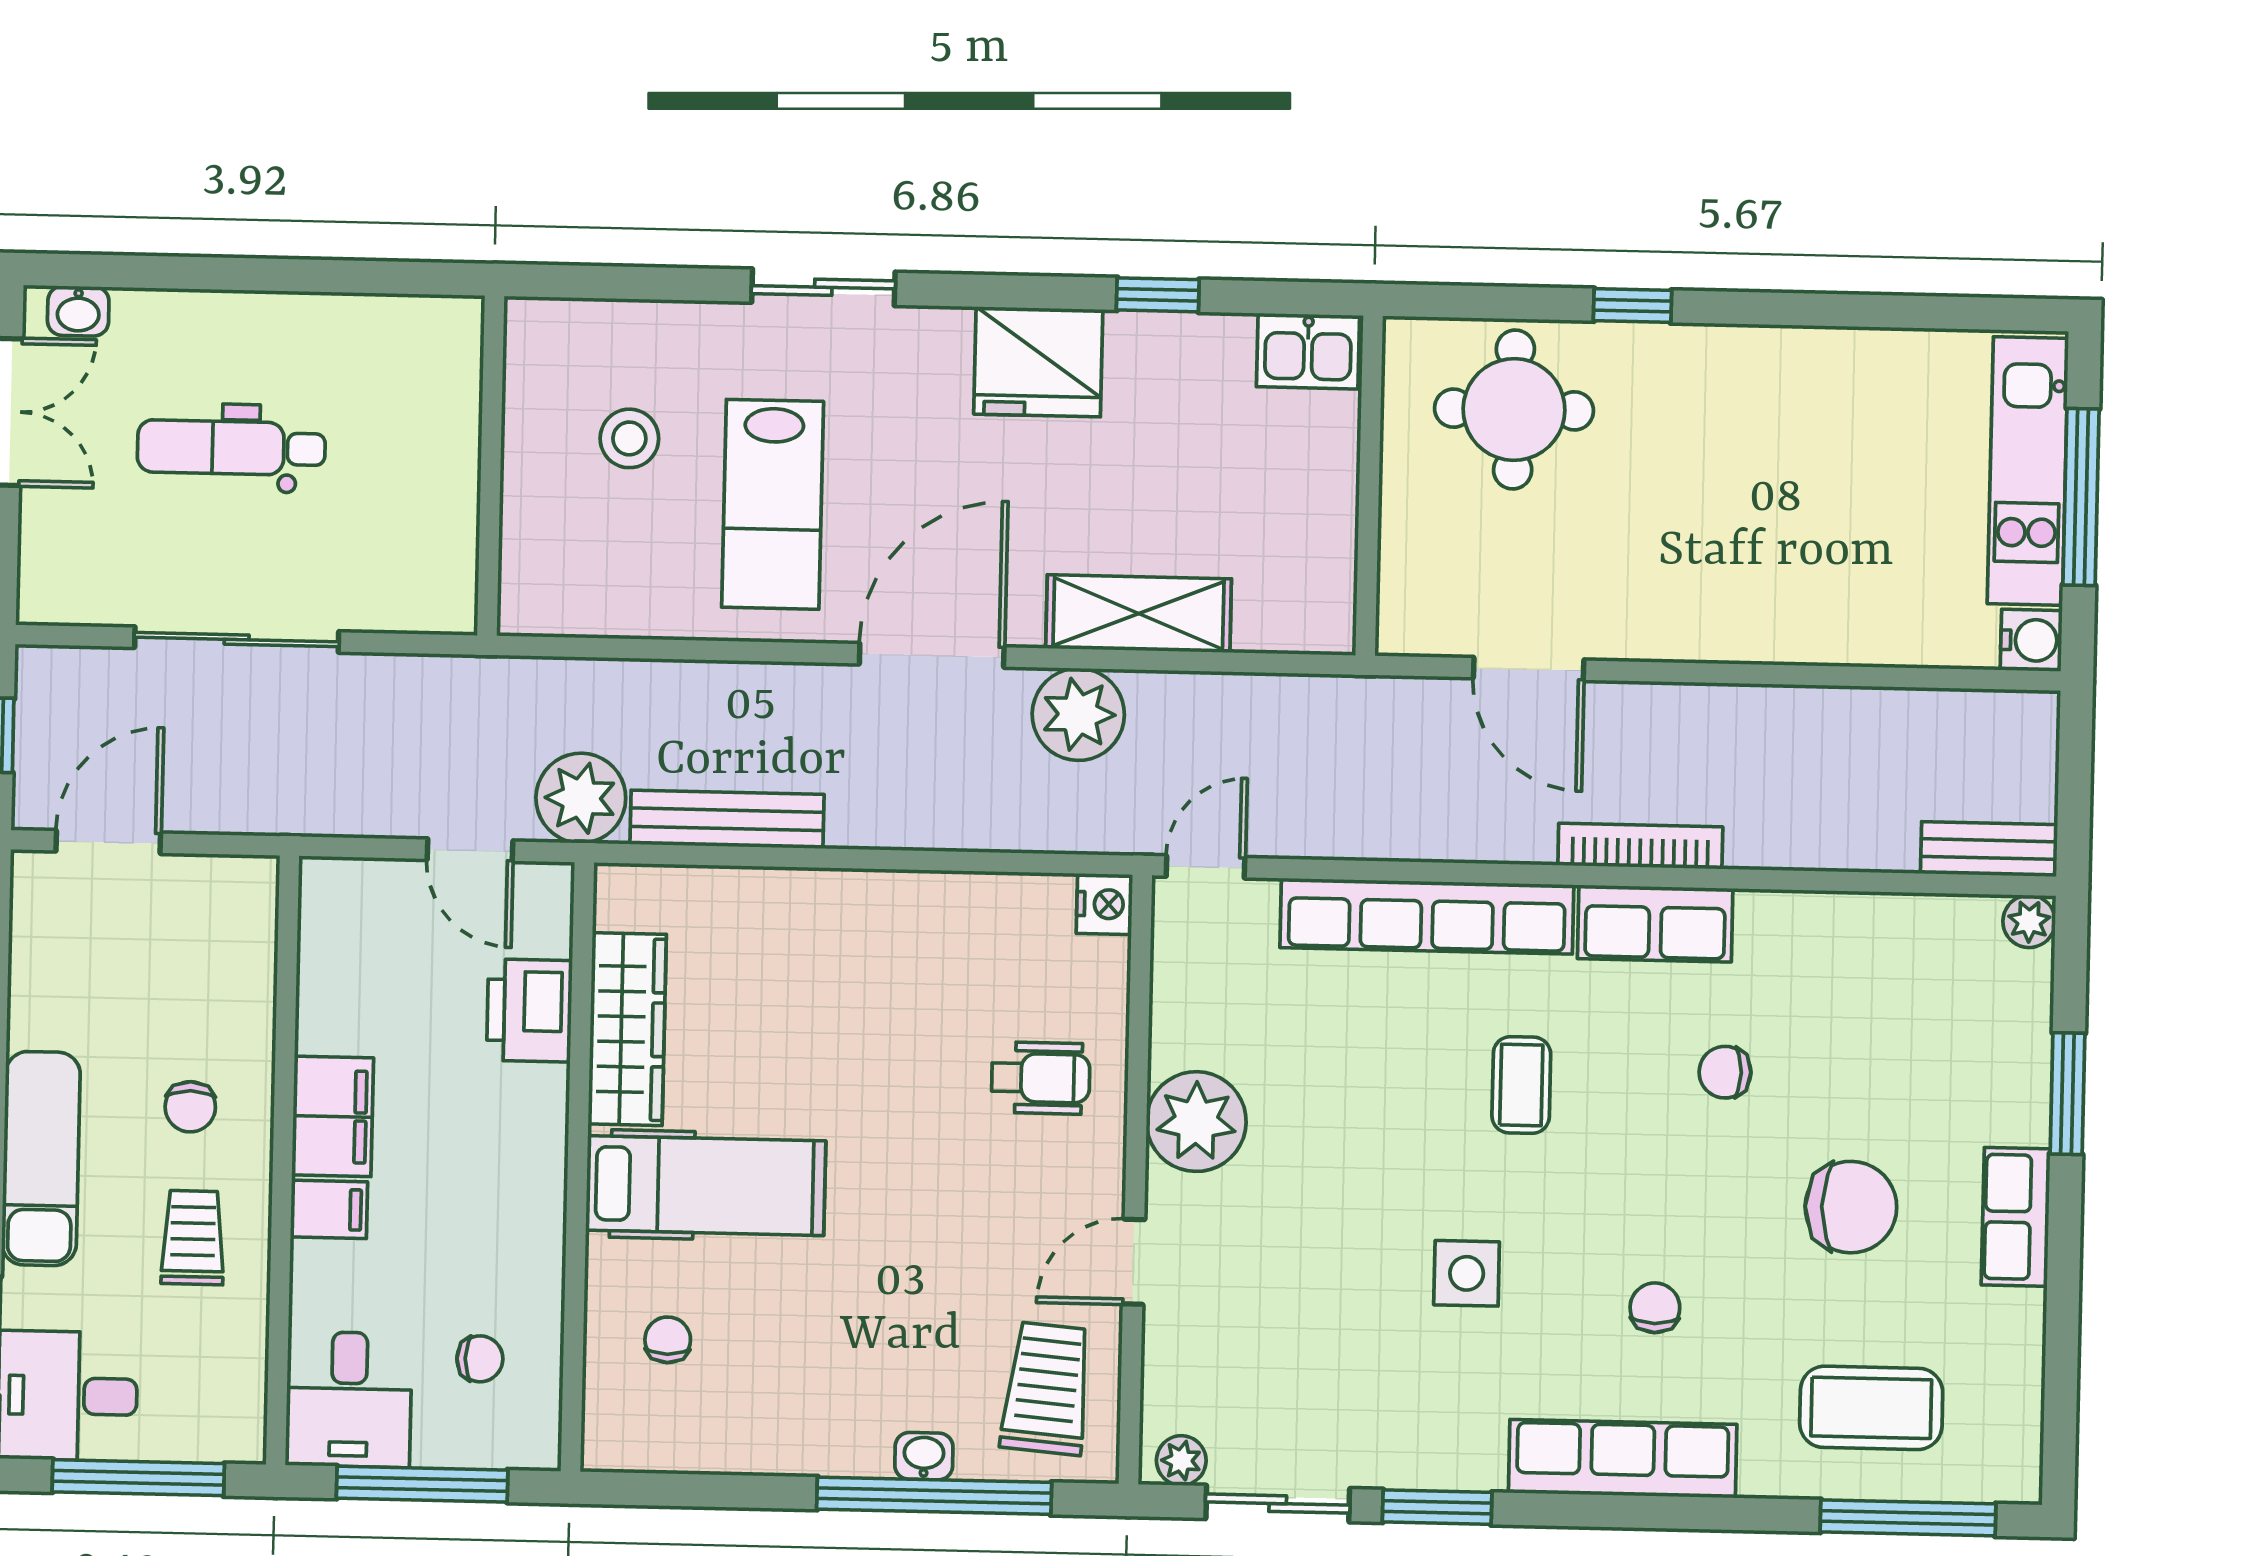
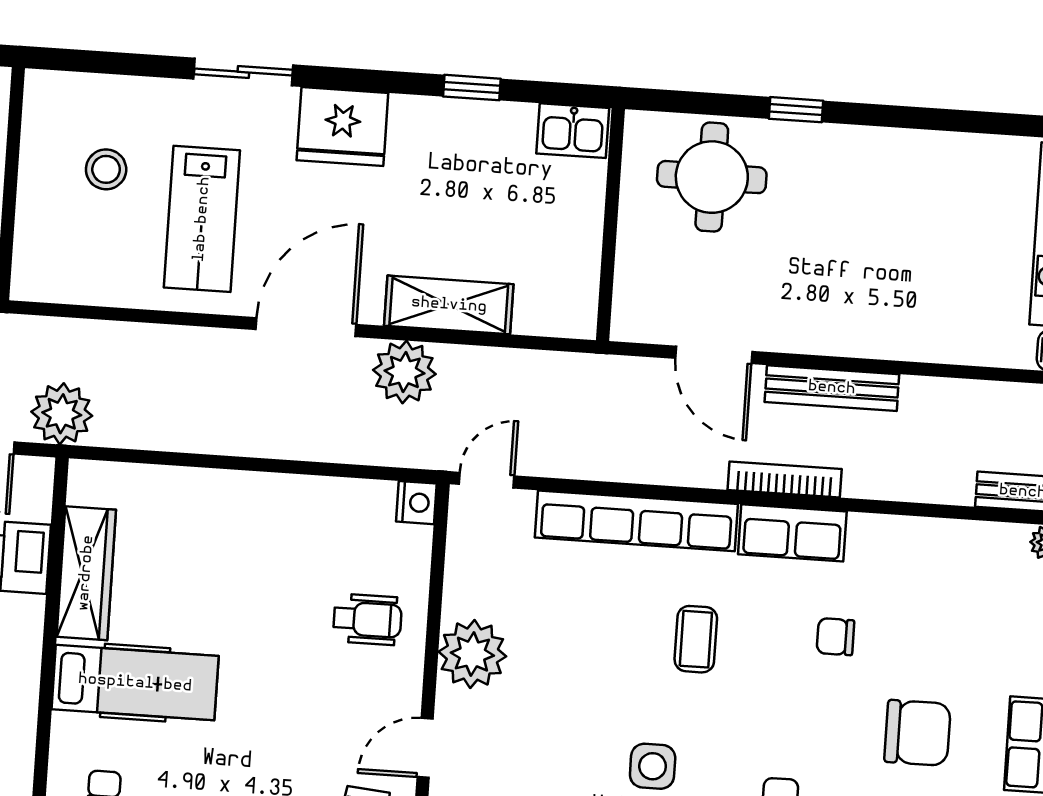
fridge: (1038, 362) -> (342, 127), moved
bench: (727, 819) -> (832, 388), moved

